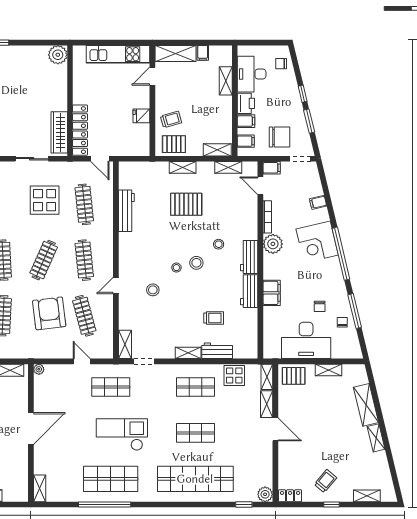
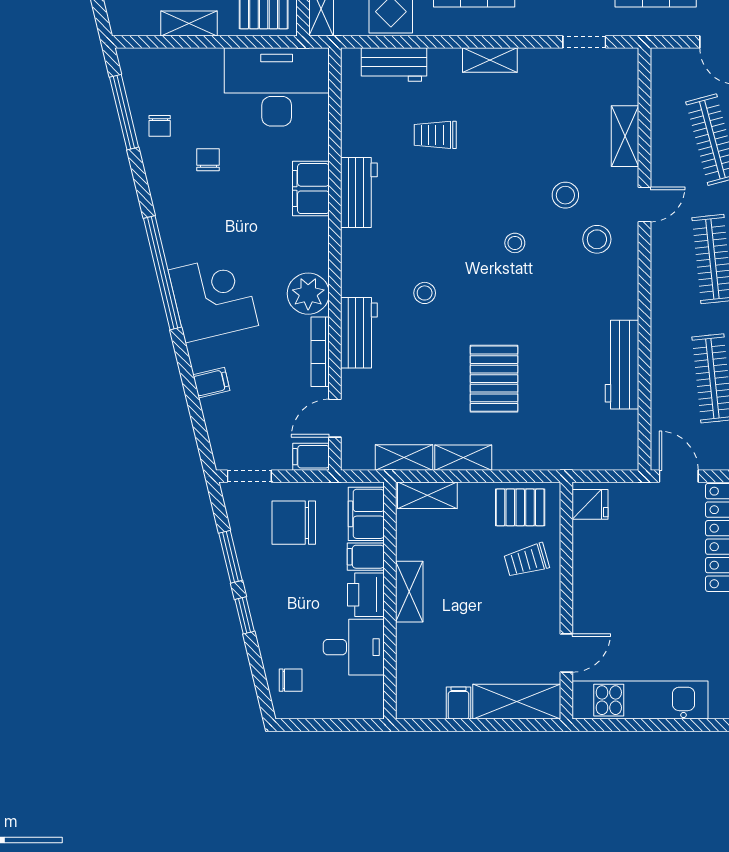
desk: (252, 74) -> (354, 647), width x0.73
shelving: (226, 81) -> (409, 592), moved
fridge: (141, 116) -> (590, 504), moved
filing cabinet: (246, 141) -> (366, 514), width x2.00
shelving: (183, 167) -> (463, 458), moved
door: (260, 186) -> (335, 418), swing flipped
pallet: (186, 204) -> (494, 379), turned 90
workbench: (249, 257) -> (359, 333), moved
stool: (196, 263) -> (597, 239), moved
window: (355, 311) -> (124, 112), moved
desk: (306, 340) -> (277, 87), moved
shelving: (125, 344) -> (625, 136), moved
workbench: (217, 351) -> (394, 65), moved

